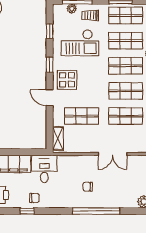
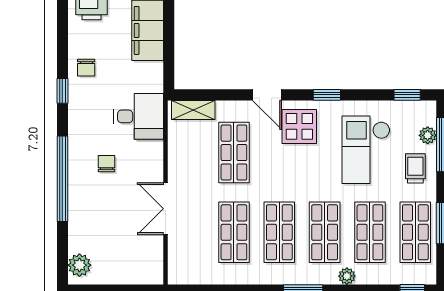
window: (50, 31) -> (407, 95), moved
door: (50, 98) -> (267, 95), swing flipped
desk: (44, 169) -> (138, 116), moved
window: (27, 211) -> (62, 91), moved

